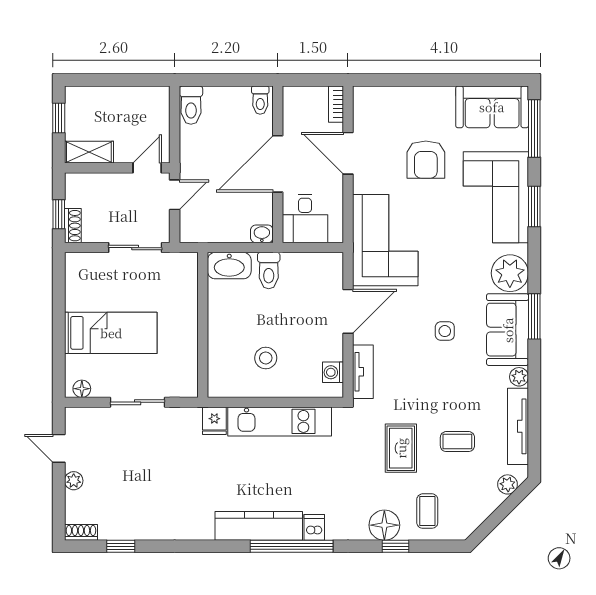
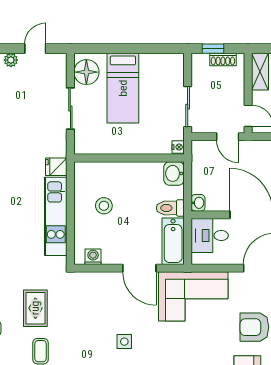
shoe rack: (73, 226) -> (223, 59), moved
nightstand: (188, 260) -> (178, 147), added
washbasin: (229, 266) -> (174, 173), width x0.72
bathtub: (312, 267) -> (173, 241), added
tv unit: (363, 372) -> (93, 280), removed
floor lamp: (82, 389) -> (86, 72), width x1.89, depth x1.89
rug: (401, 448) -> (35, 308), turned 90

